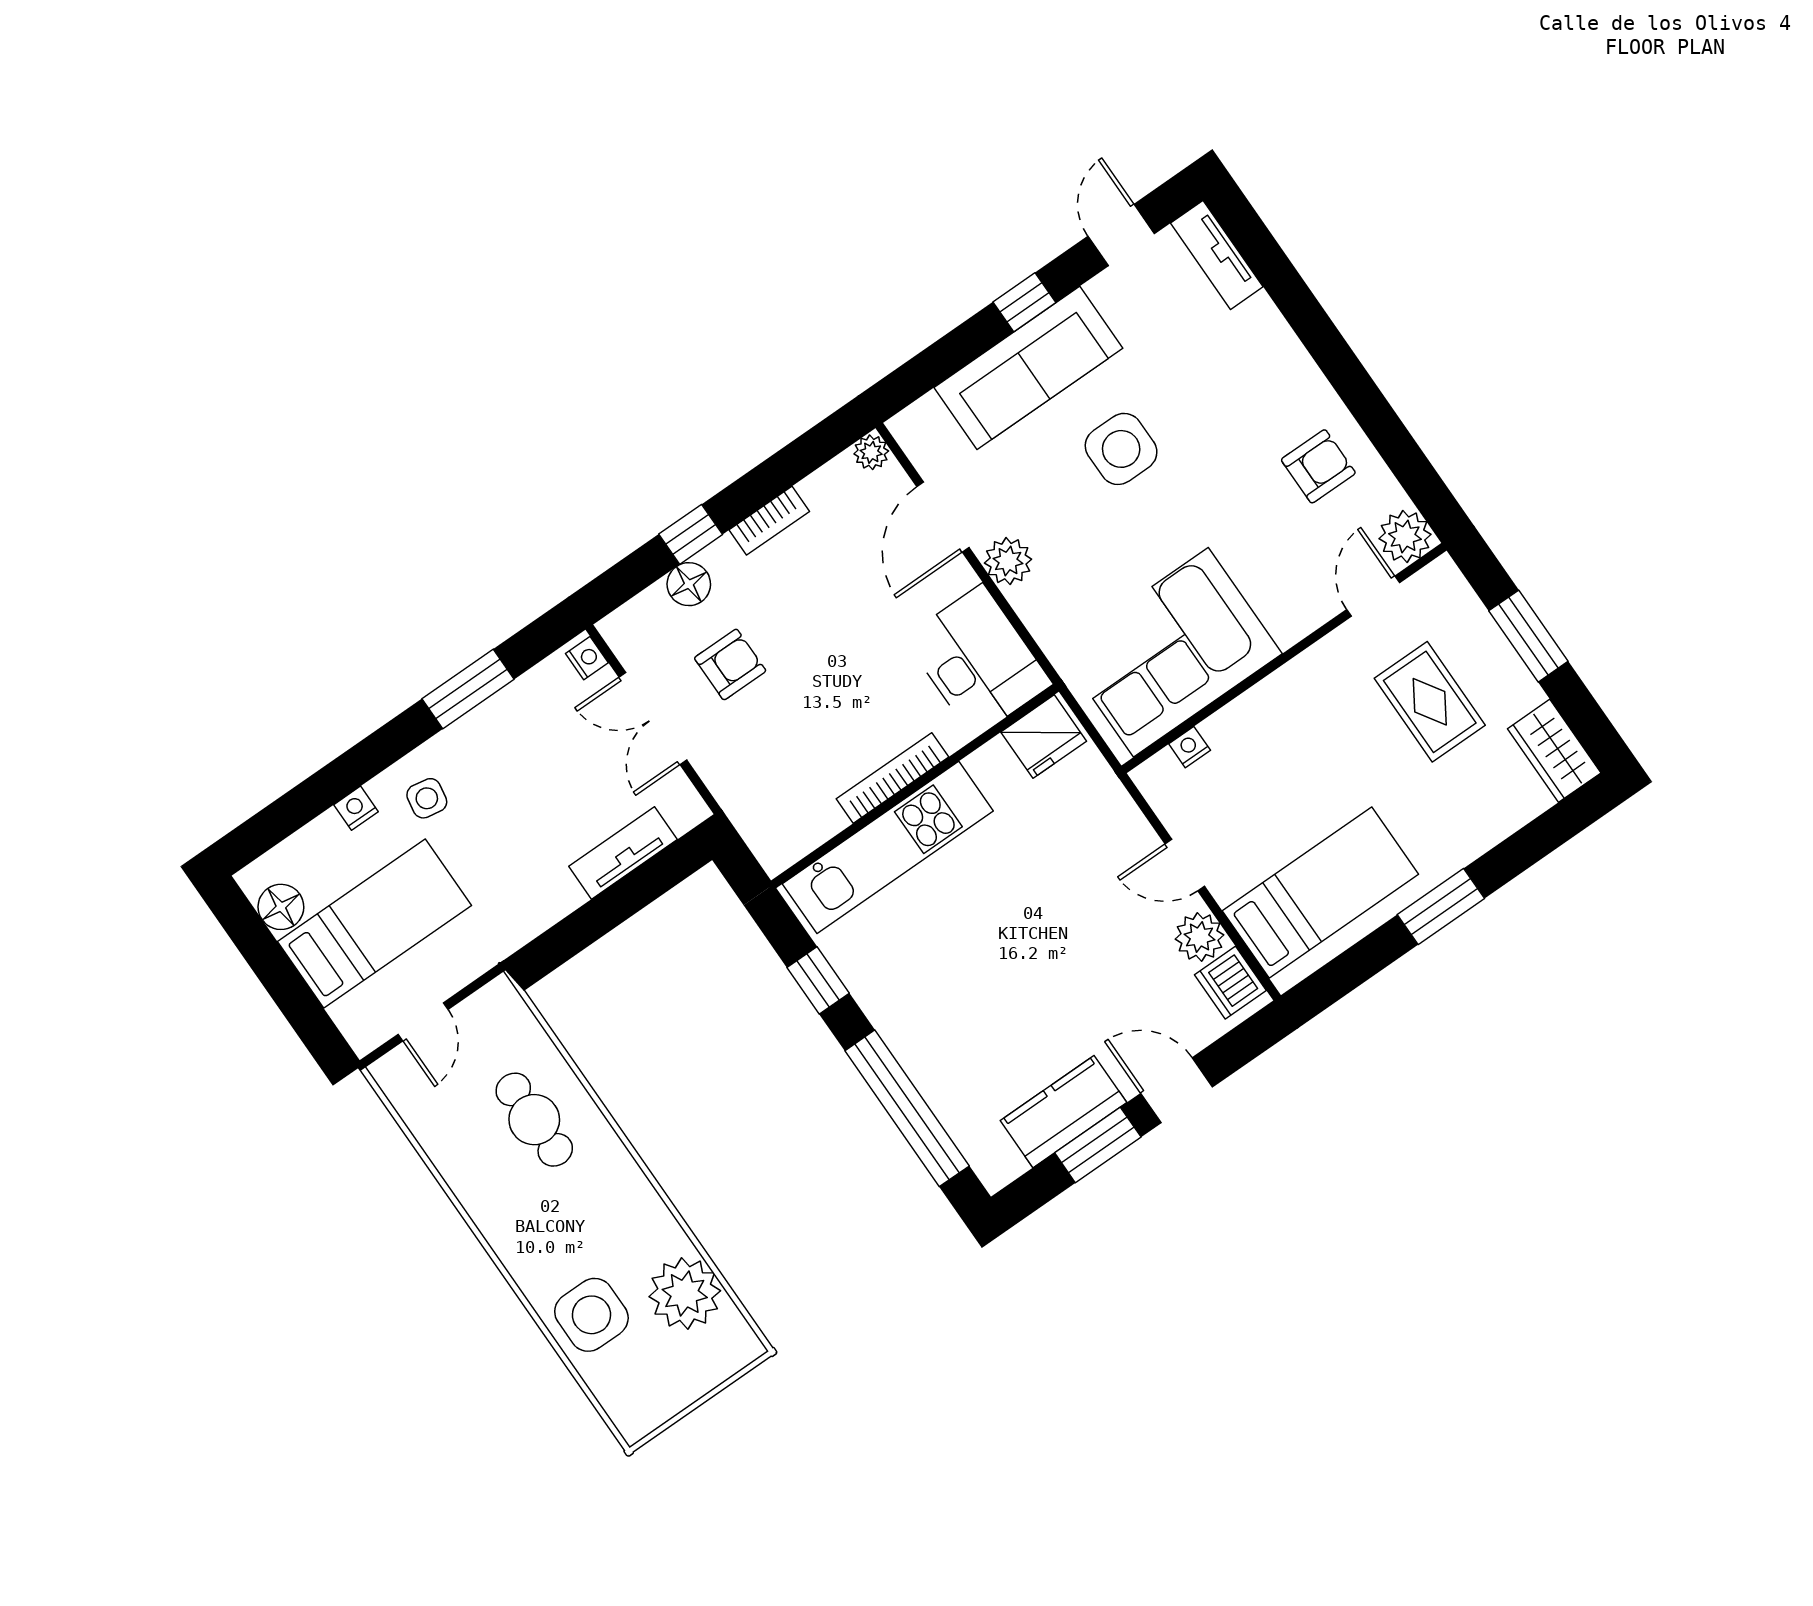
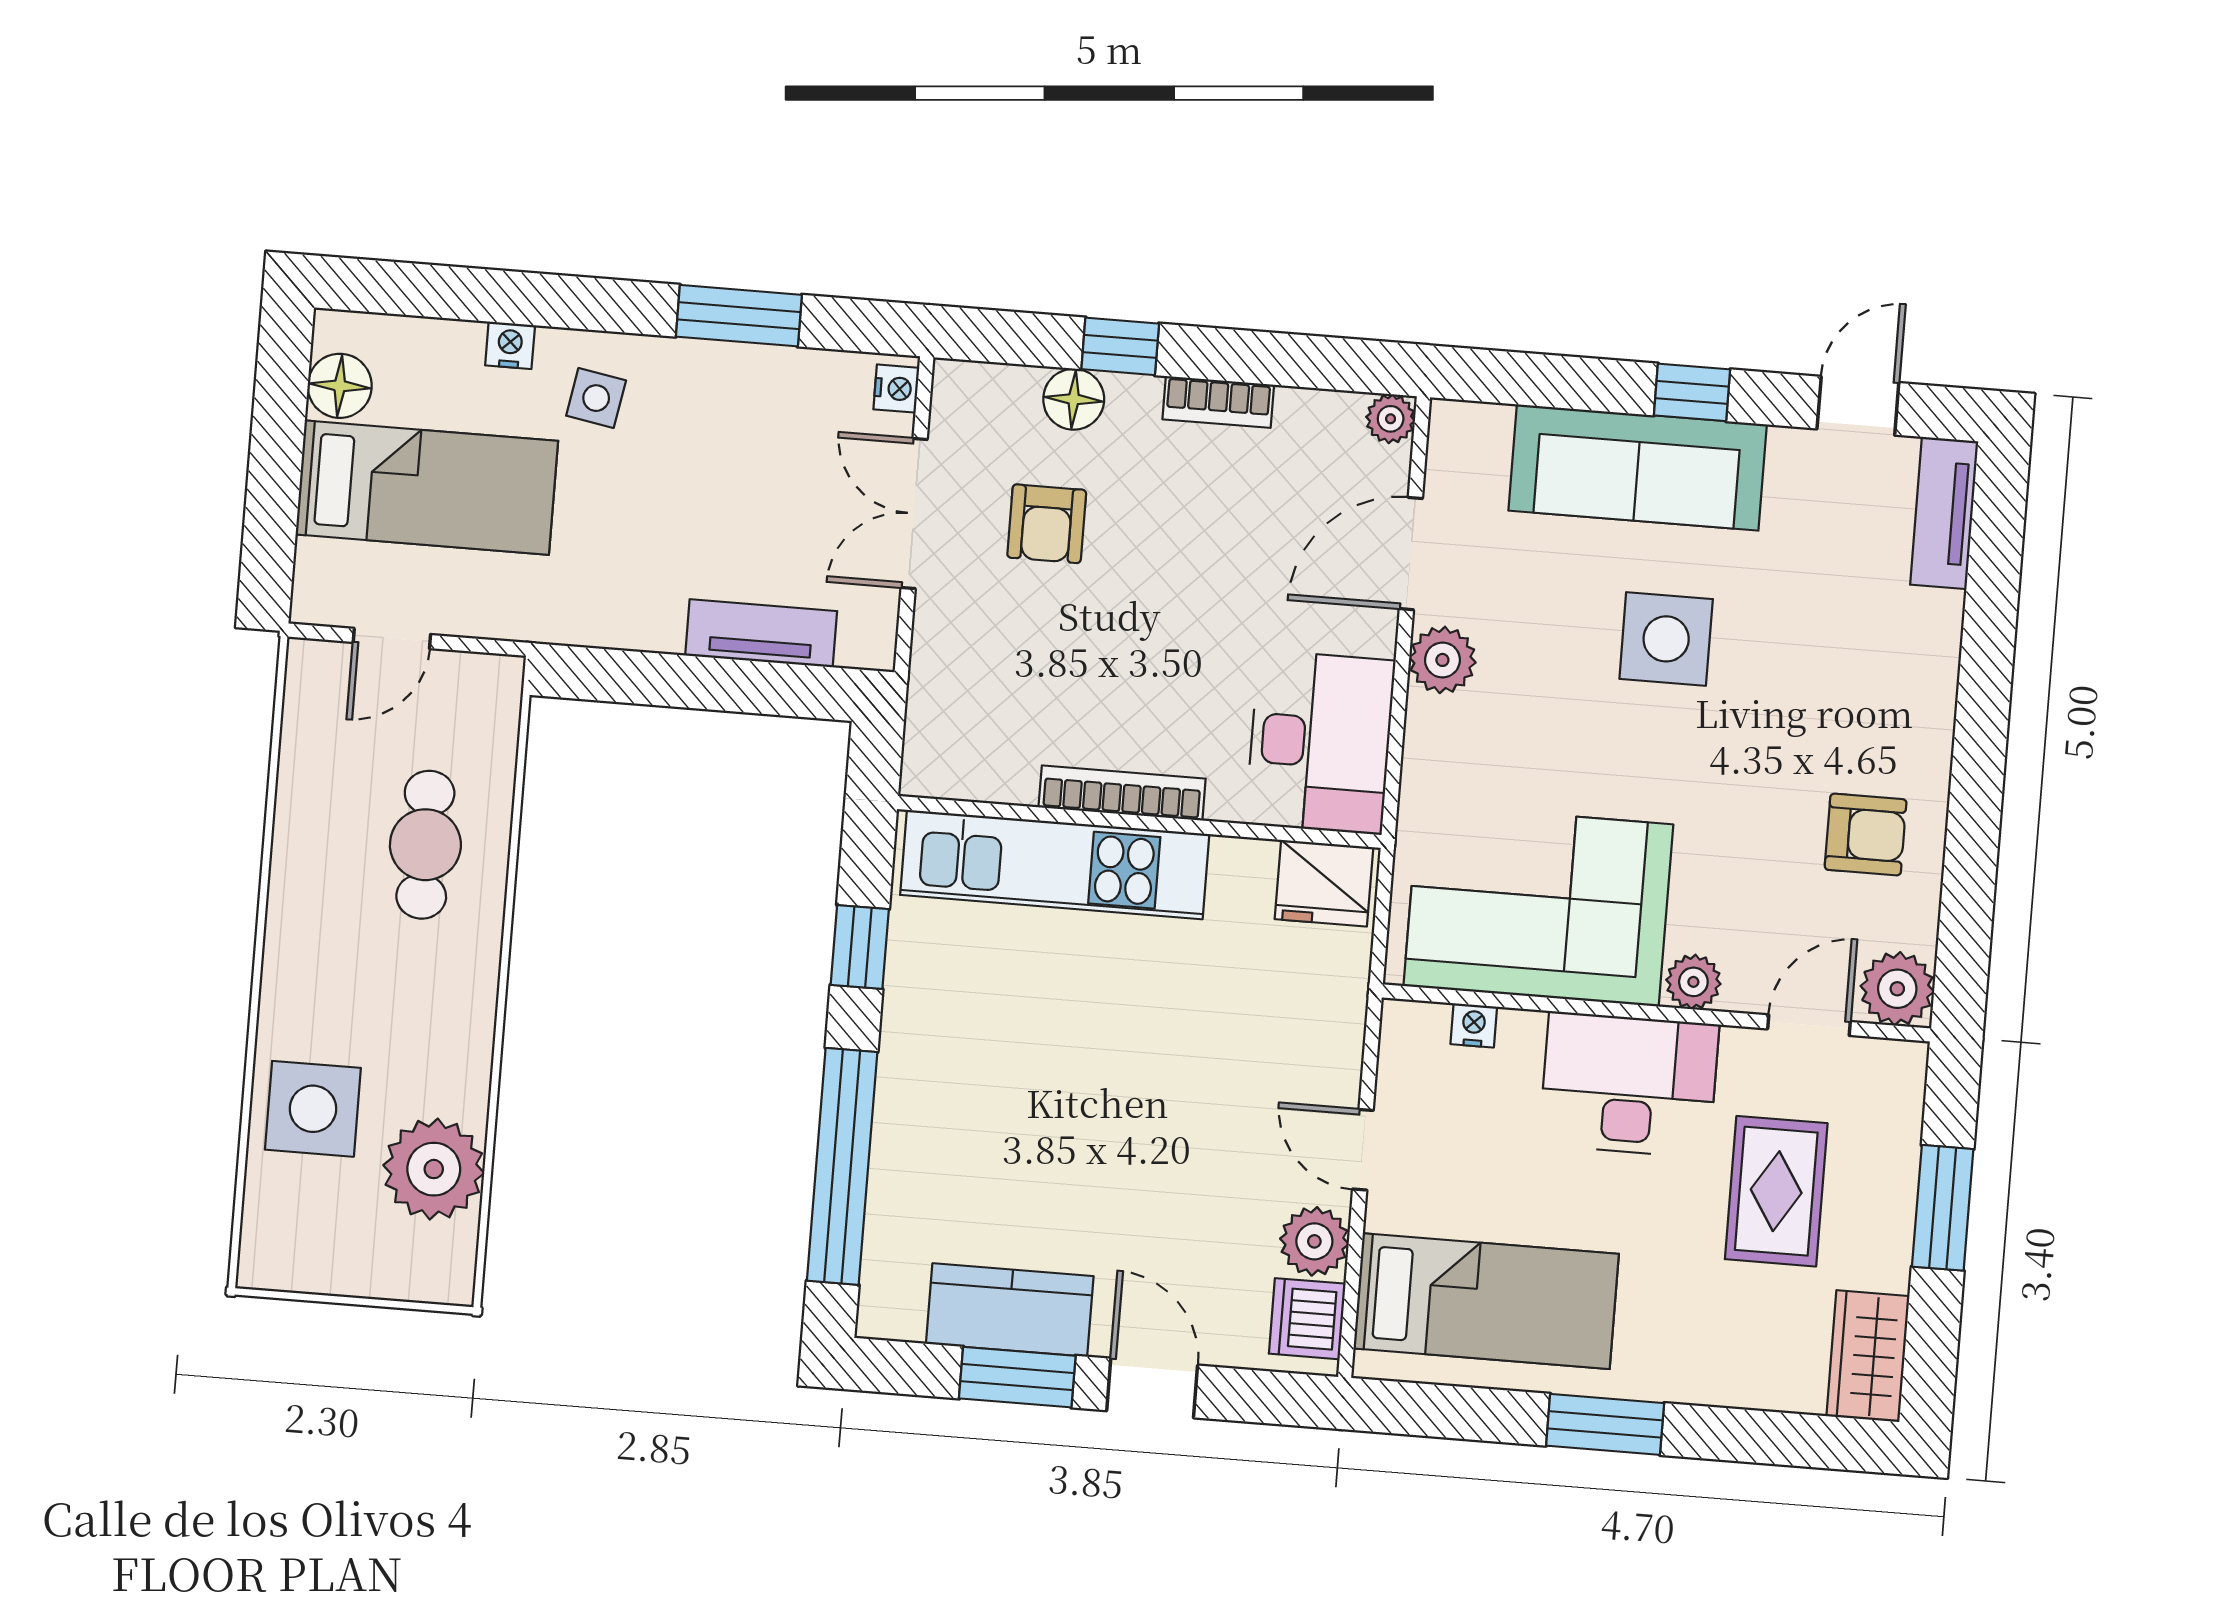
plant: (1290, 624) -> (1693, 982), added
armchair: (730, 664) -> (1047, 524), turned 90
desk: (1301, 710) -> (1629, 1085), added

